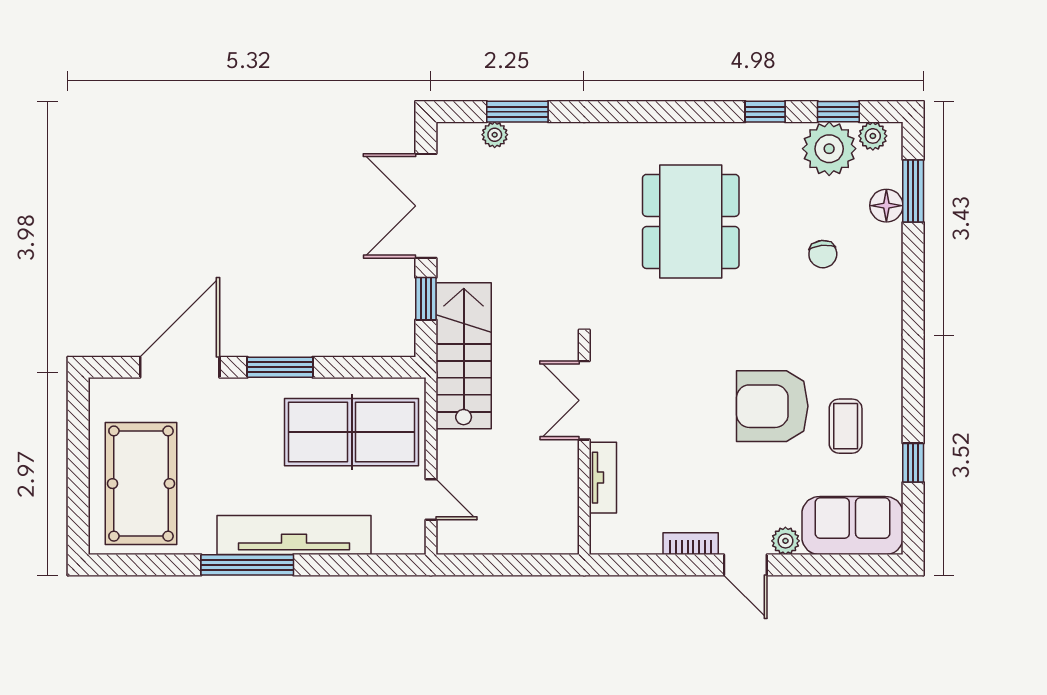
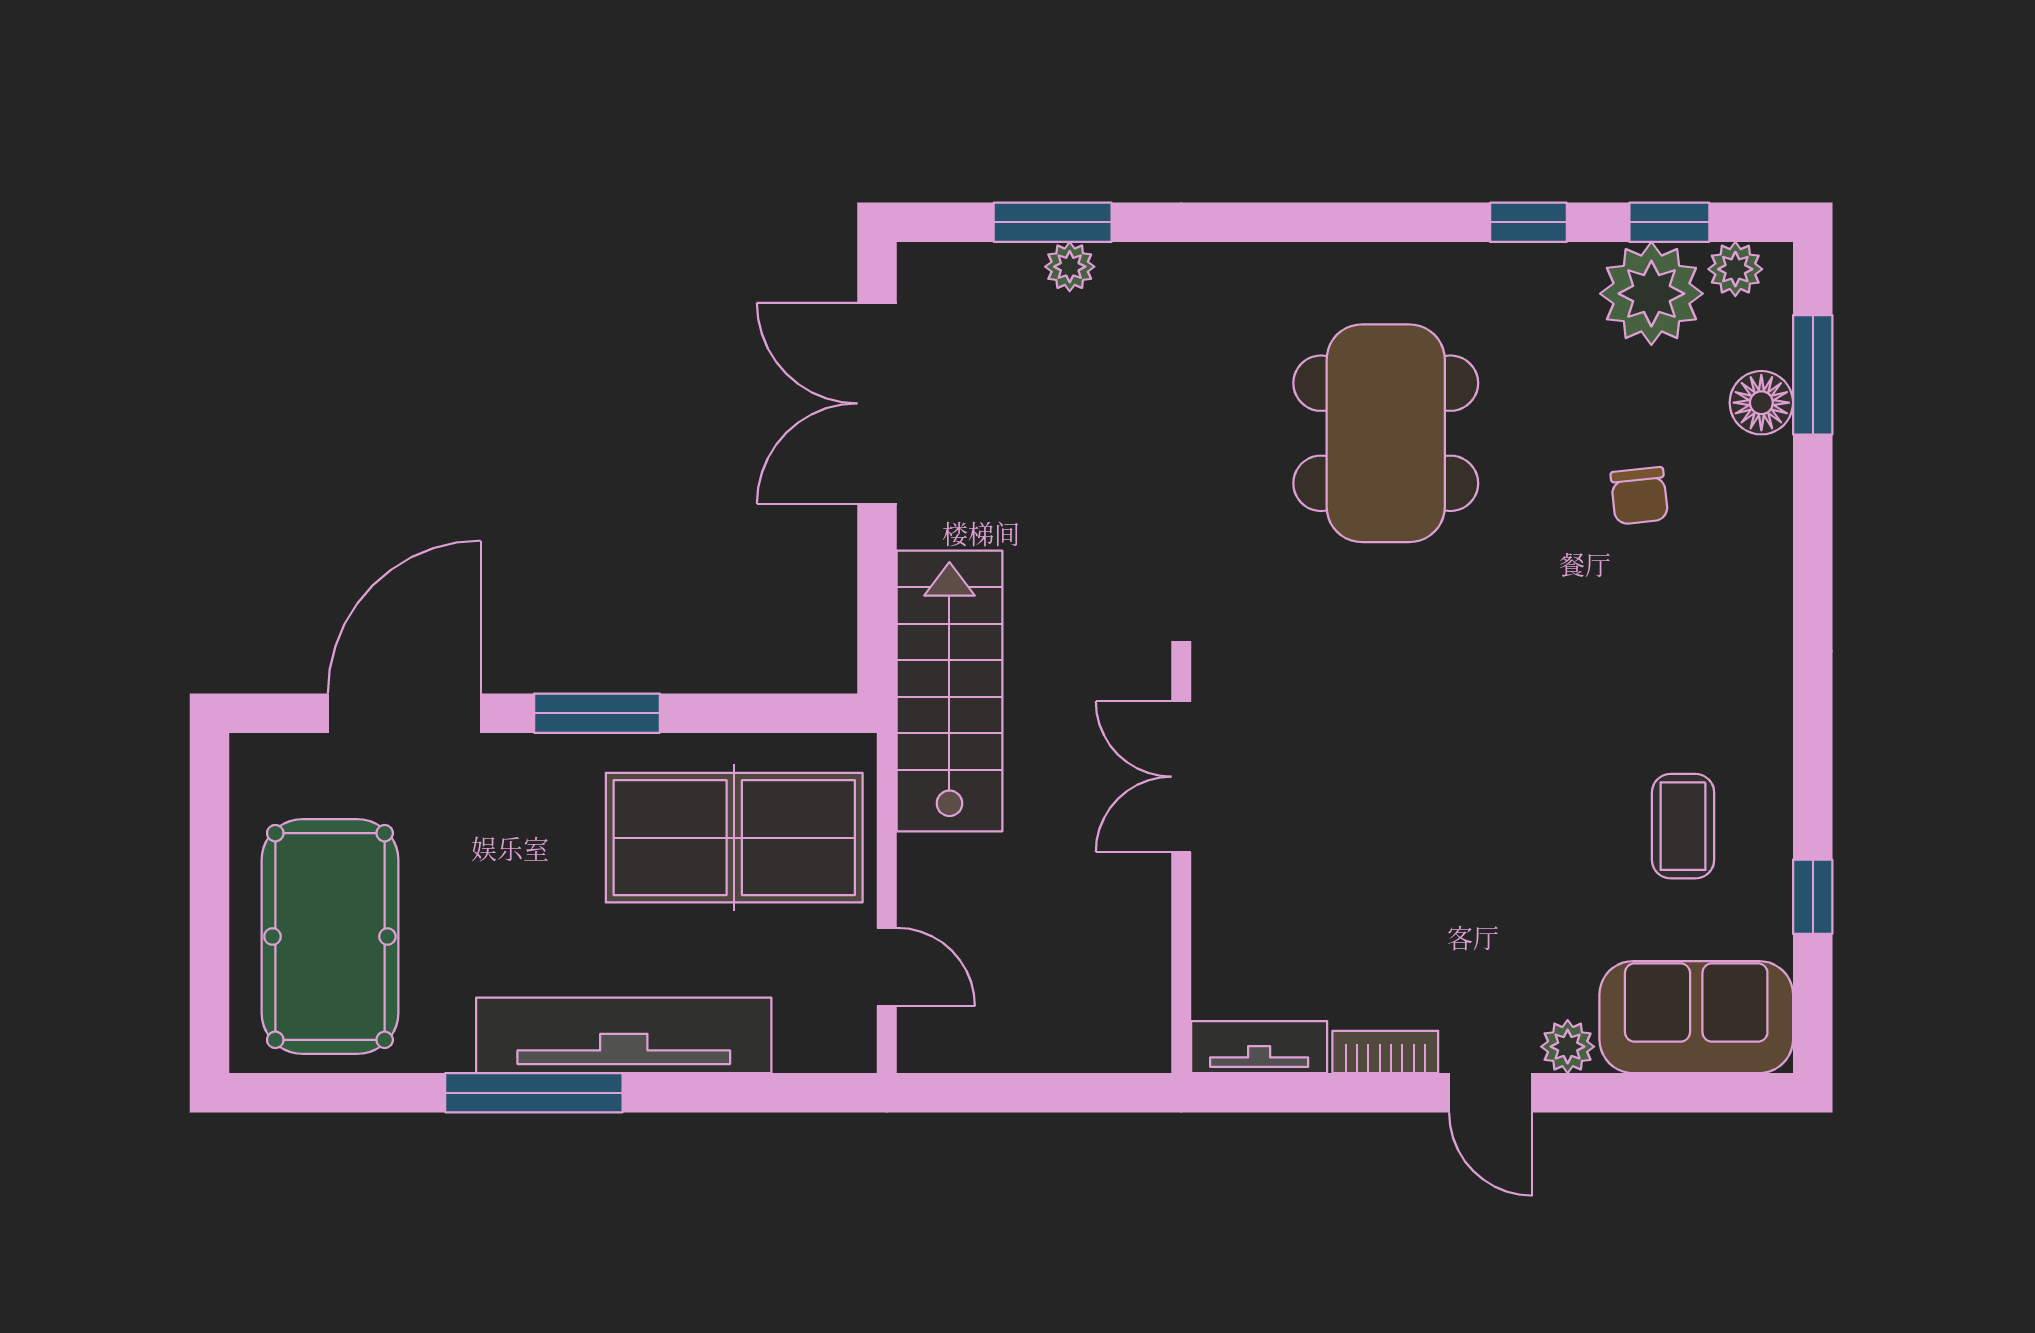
plant: (495, 135) -> (1070, 267), moved
window: (426, 299) -> (877, 581), removed
armchair: (772, 406) -> (1542, 788), removed
tv unit: (603, 478) -> (1259, 1047), moved, turned -90

